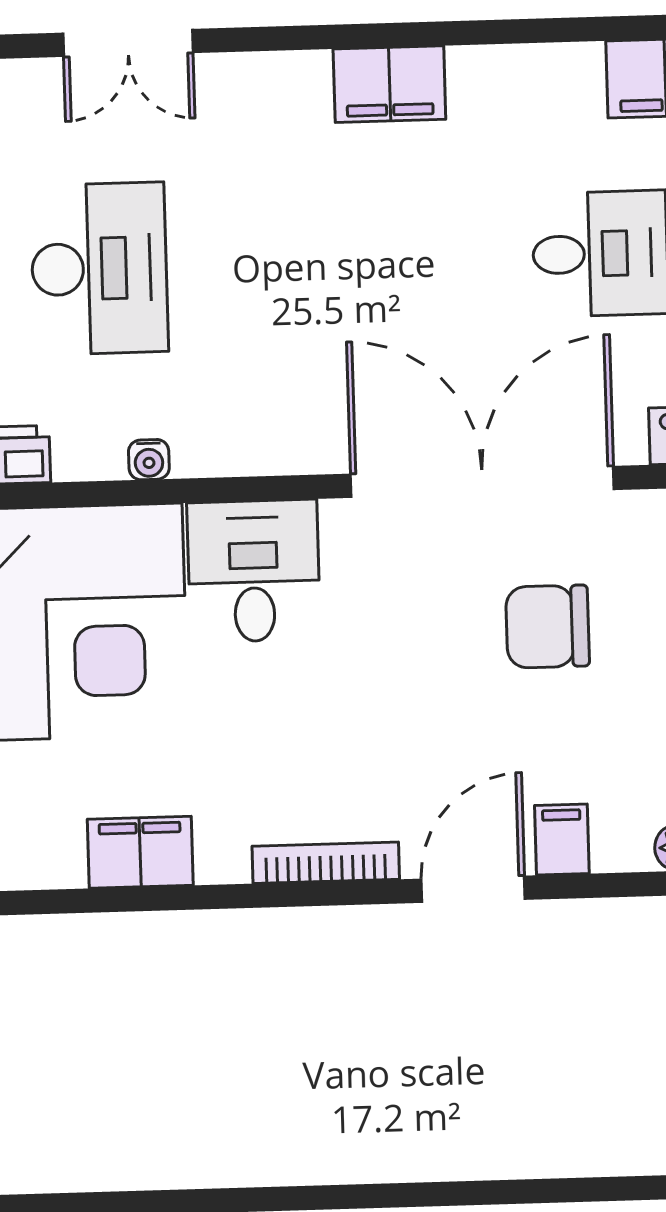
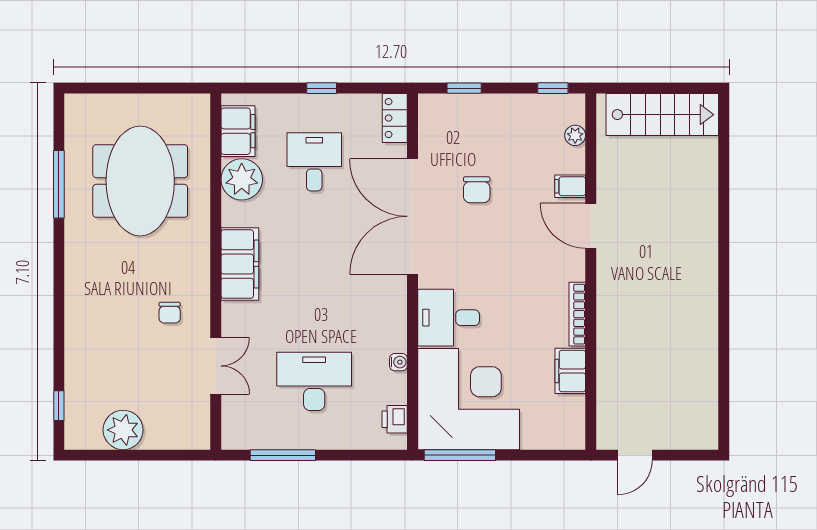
filing cabinet: (389, 84) -> (240, 264), width x1.50, depth x1.17
plant: (555, 90) -> (242, 179), added
chair: (548, 627) -> (477, 190), width x0.73, depth x0.73
bookcase: (326, 863) -> (577, 314), moved

